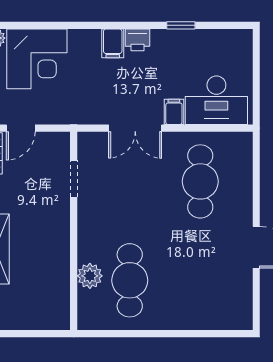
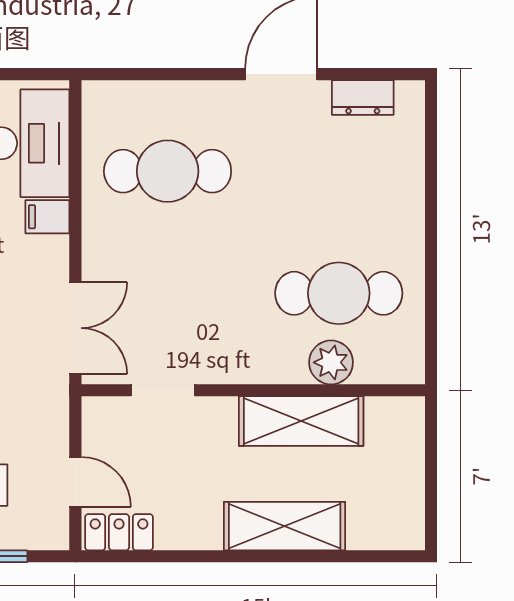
double door: (135, 128) -> (75, 328), moved
shelving: (56, 259) -> (301, 421), added
dresser: (243, 294) -> (363, 97), added

